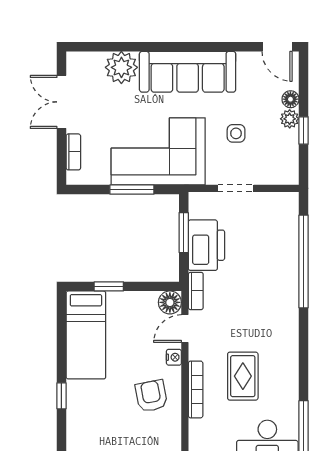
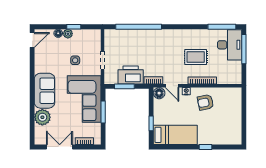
sofa: (188, 72) -> (45, 91), width x0.73
double door: (61, 102) -> (60, 147), swing flipped

